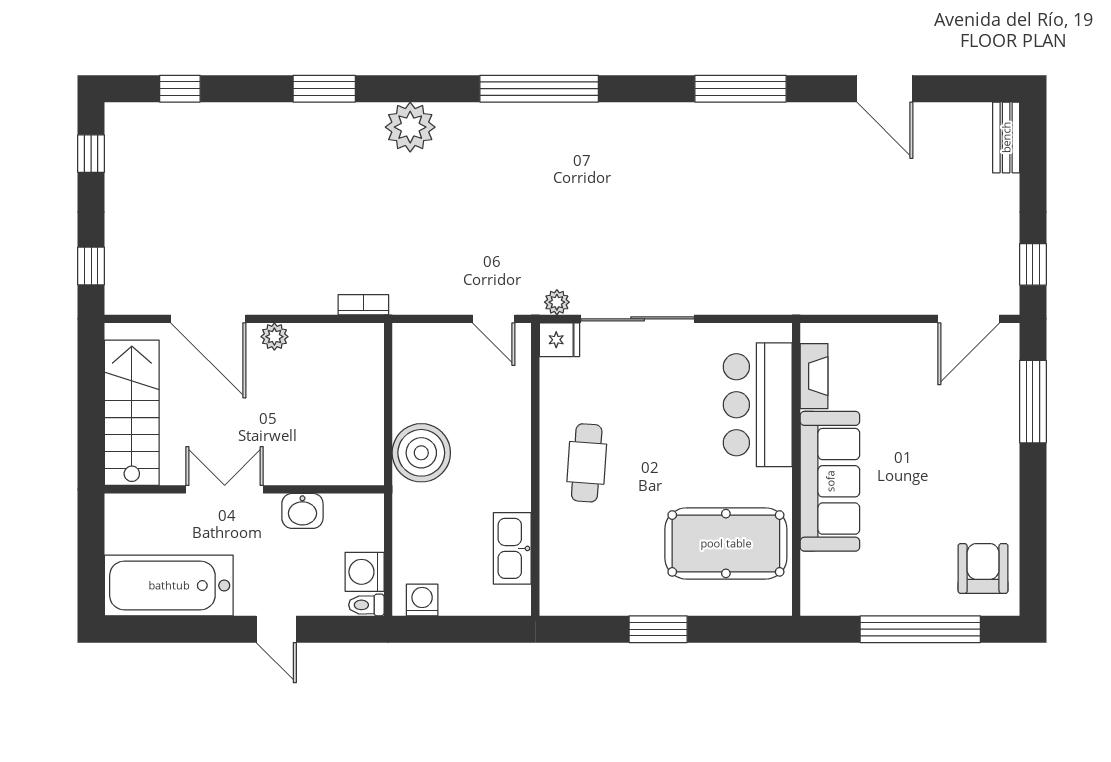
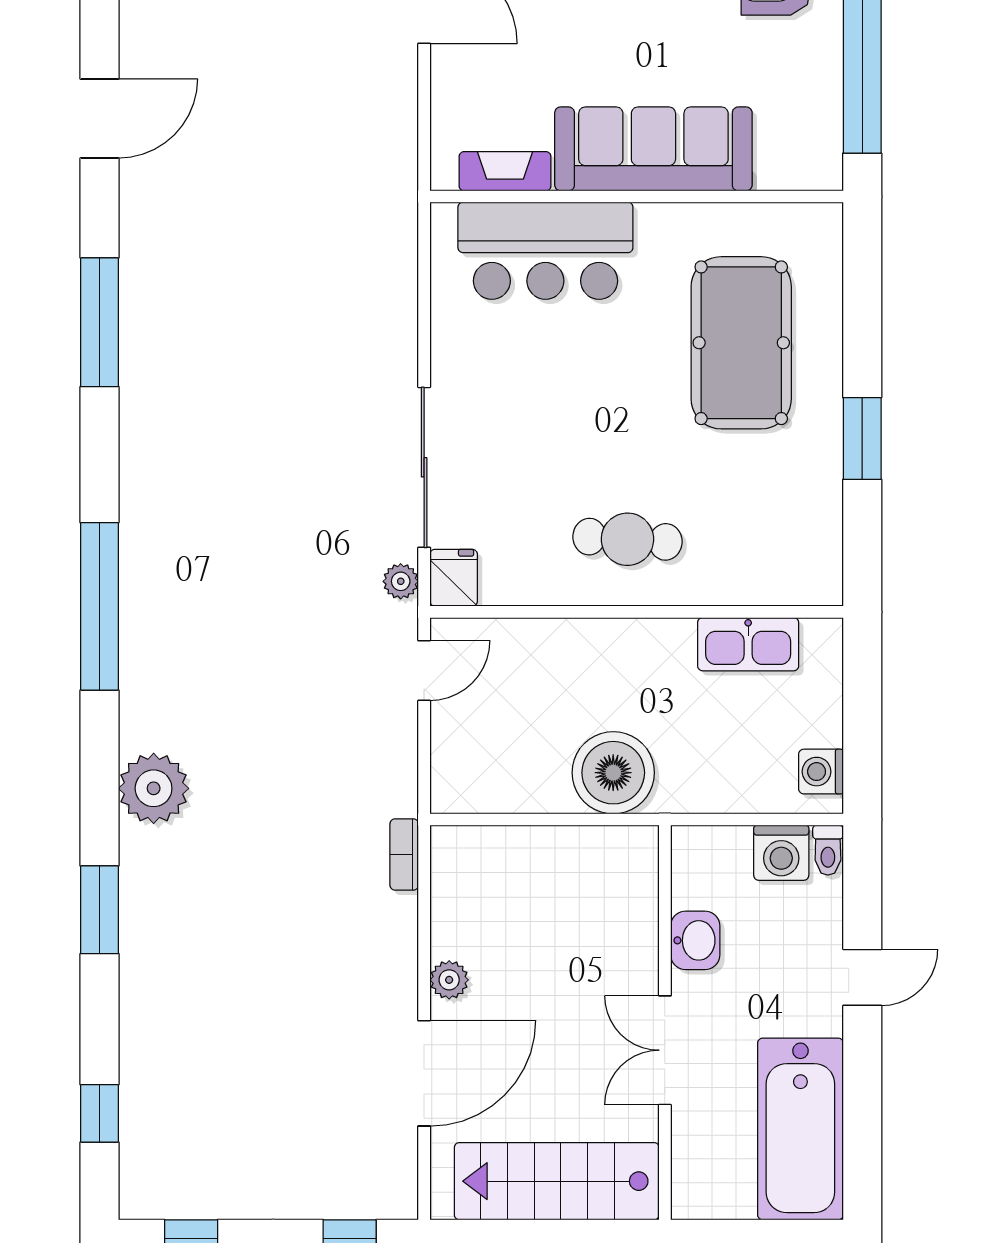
fireplace: (814, 376) -> (505, 171), moved
bar counter: (758, 405) -> (545, 251), moved
wall: (796, 469) -> (637, 196), moved
sofa: (830, 481) -> (653, 149), moved

